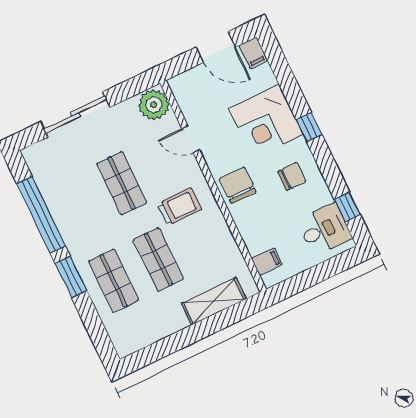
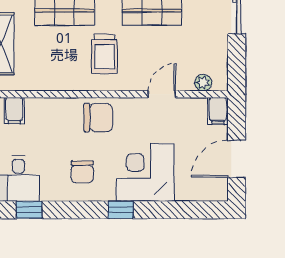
filing cabinet: (253, 53) -> (218, 111), moved, turned -90
plant: (154, 105) -> (203, 83), width x0.53, depth x0.53

